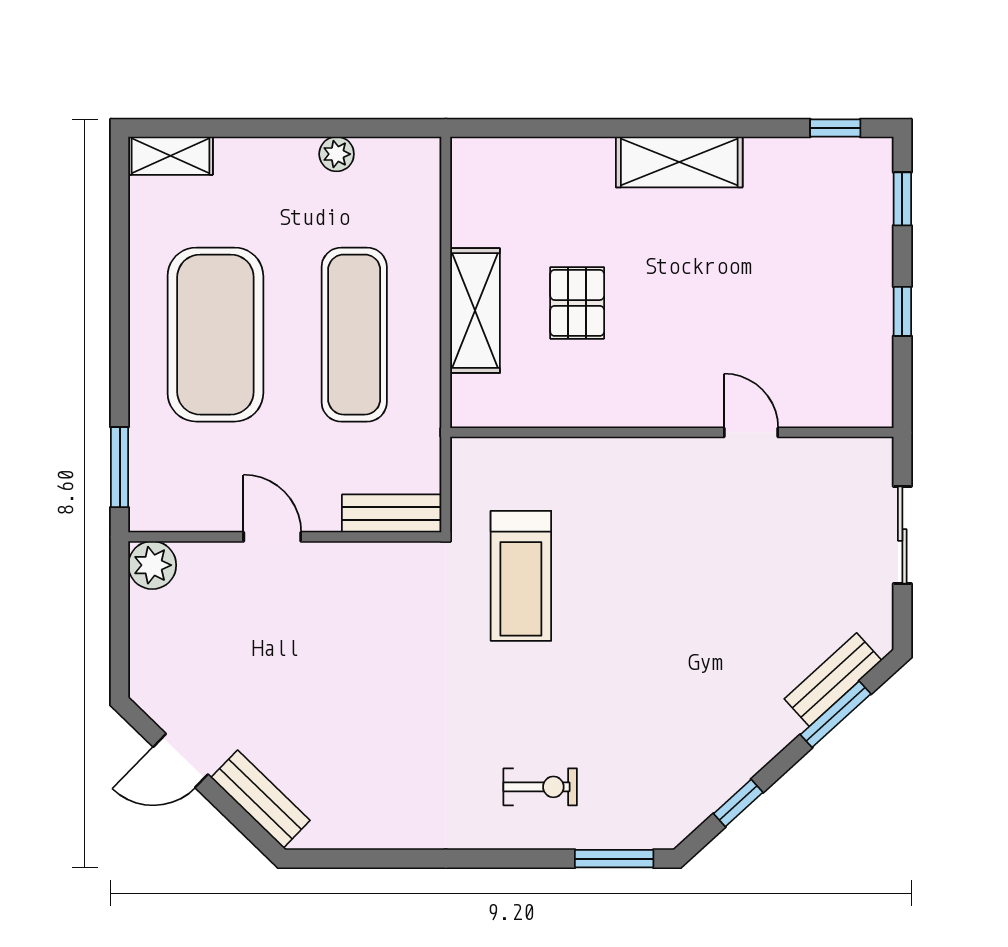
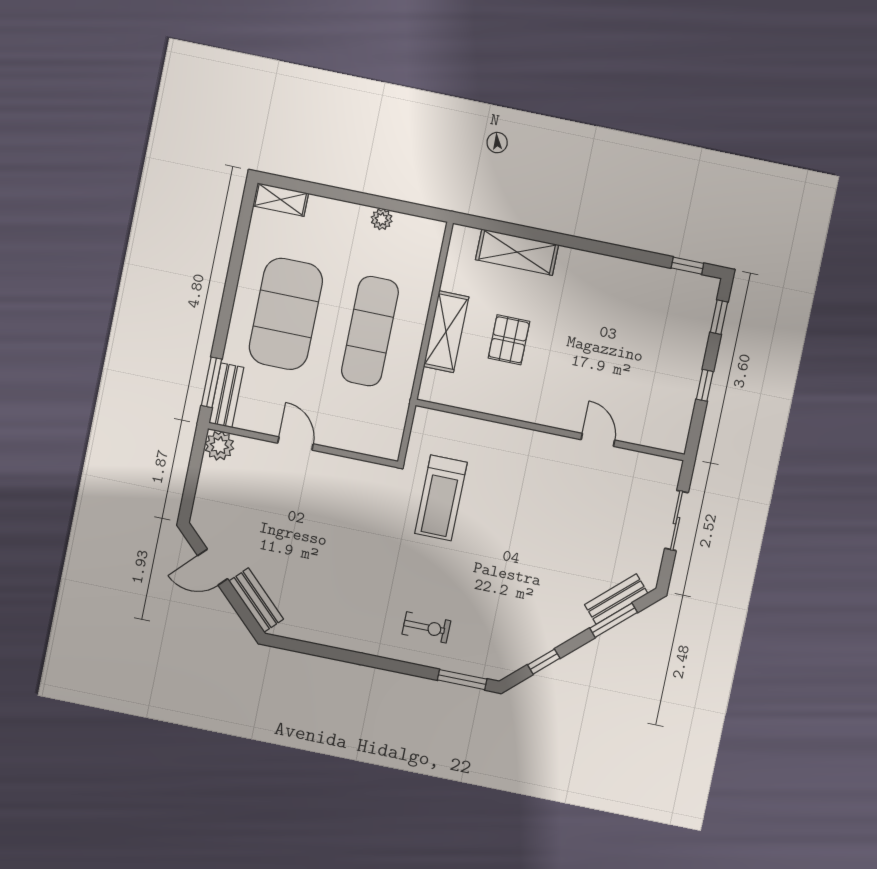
shelving: (679, 162) -> (517, 252), moved
bench: (392, 513) -> (226, 395), moved, turned 90

